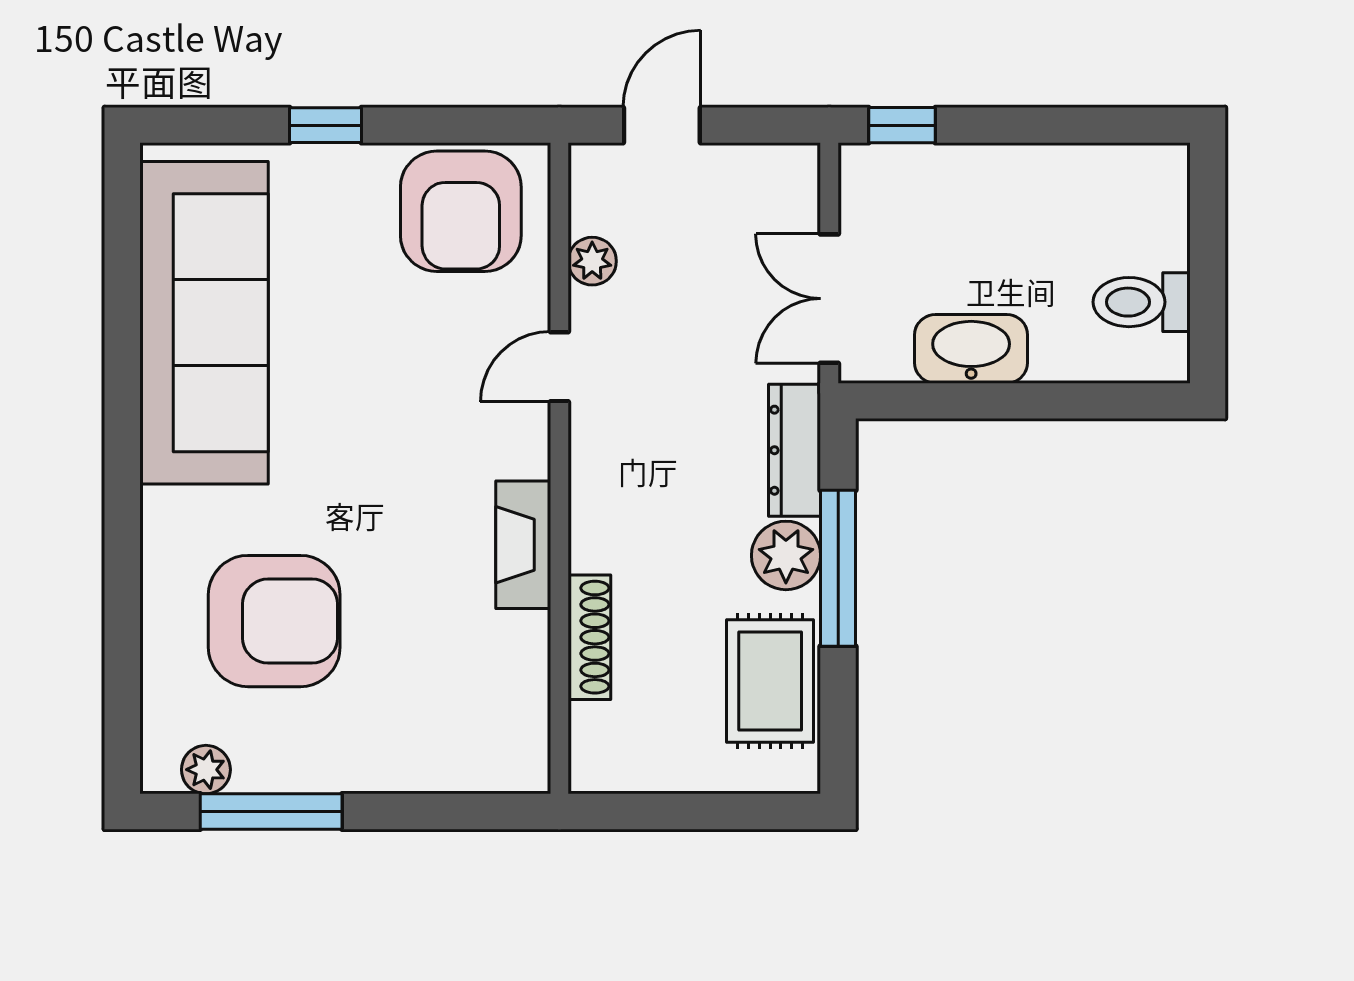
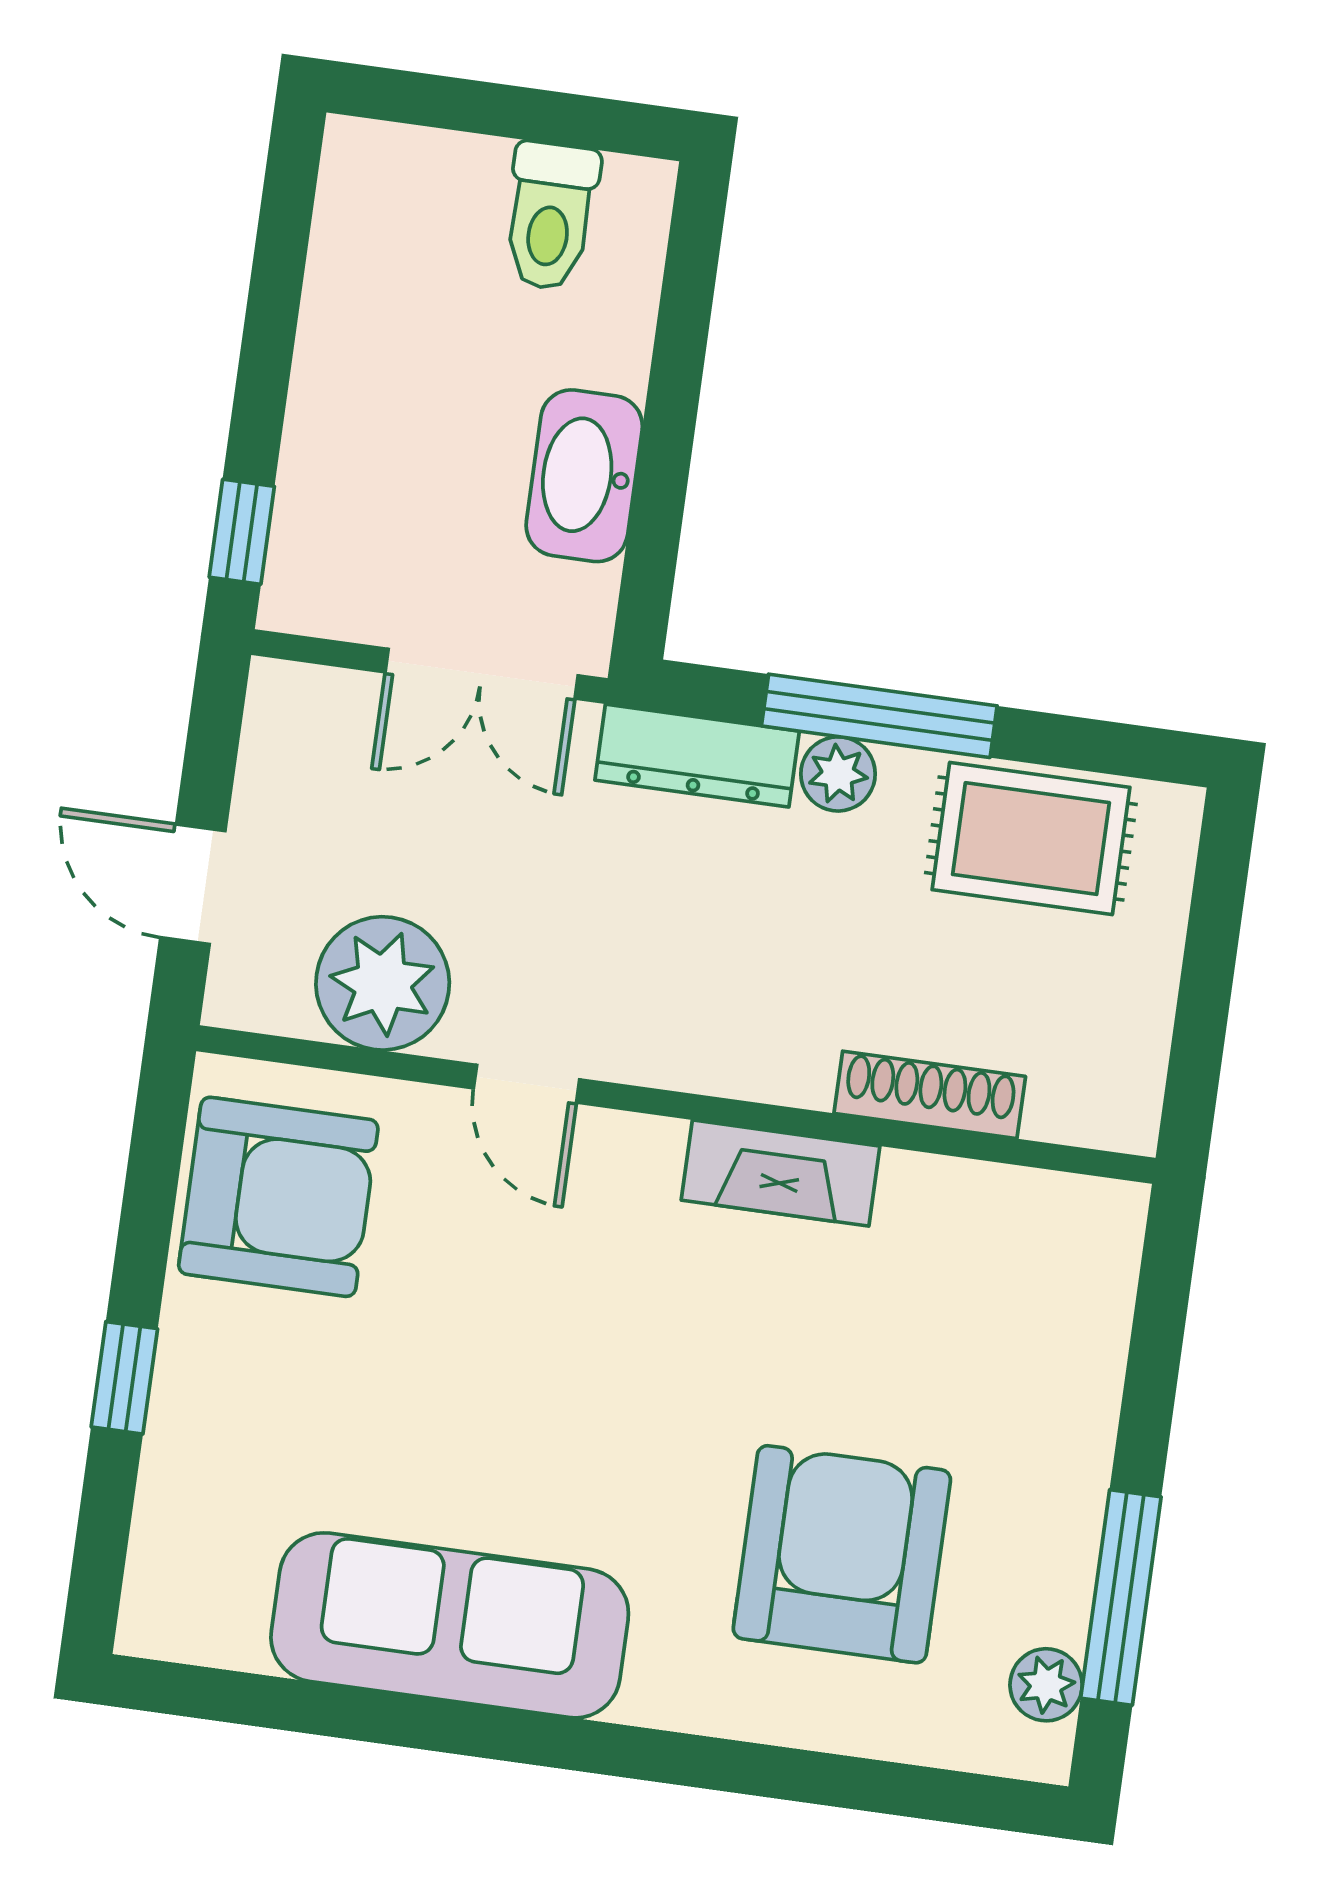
plant: (592, 261) -> (383, 983), width x1.88, depth x1.88
sofa: (204, 323) -> (450, 1625), width x0.74, depth x0.79
plant: (786, 555) -> (838, 774), width x0.73, depth x0.73

